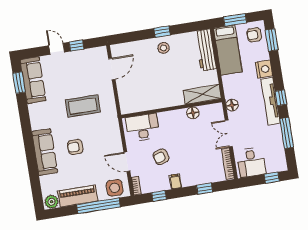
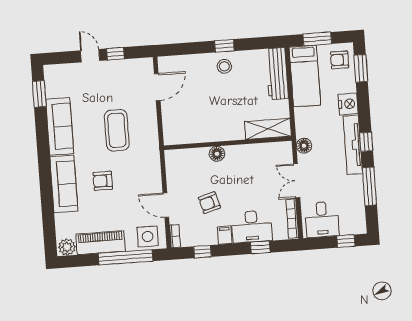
sofa: (33, 80) -> (60, 126), moved
coffee table: (83, 106) -> (117, 130), turned 90
floor lamp: (193, 113) -> (217, 154), moved
desk: (142, 127) -> (252, 227), moved, turned 180

